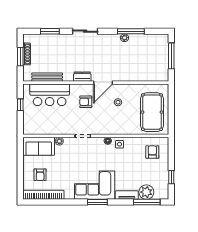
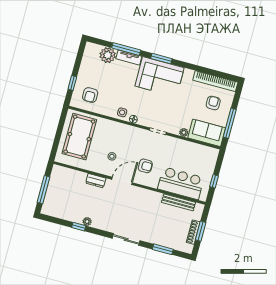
window: (131, 31) -> (79, 227), width x0.46
dresser: (82, 77) -> (96, 181), moved
window: (20, 161) -> (230, 123), added
window: (171, 177) -> (72, 83), moved
window: (147, 202) -> (126, 49), moved

